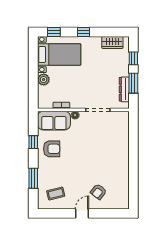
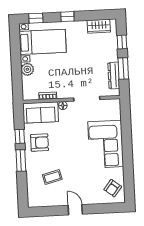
corner sofa: (113, 153) -> (106, 144), added
window: (33, 178) -> (21, 161), moved
armchair: (98, 192) -> (113, 188), moved
coffee table: (56, 194) -> (52, 177), moved
door: (82, 213) -> (75, 210), hinge flipped

